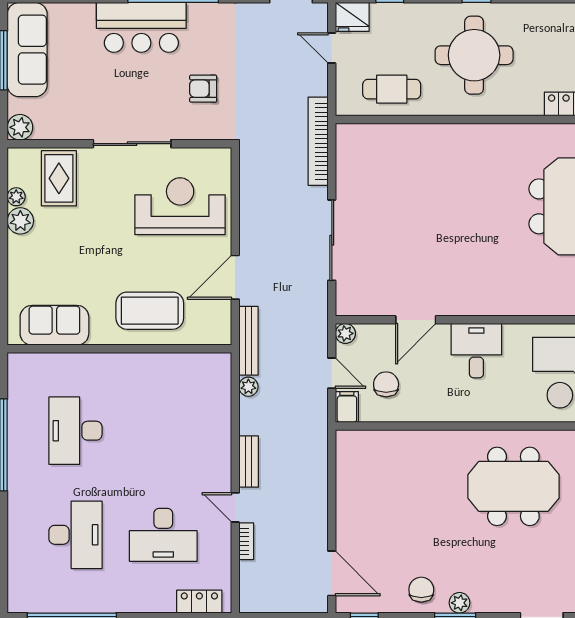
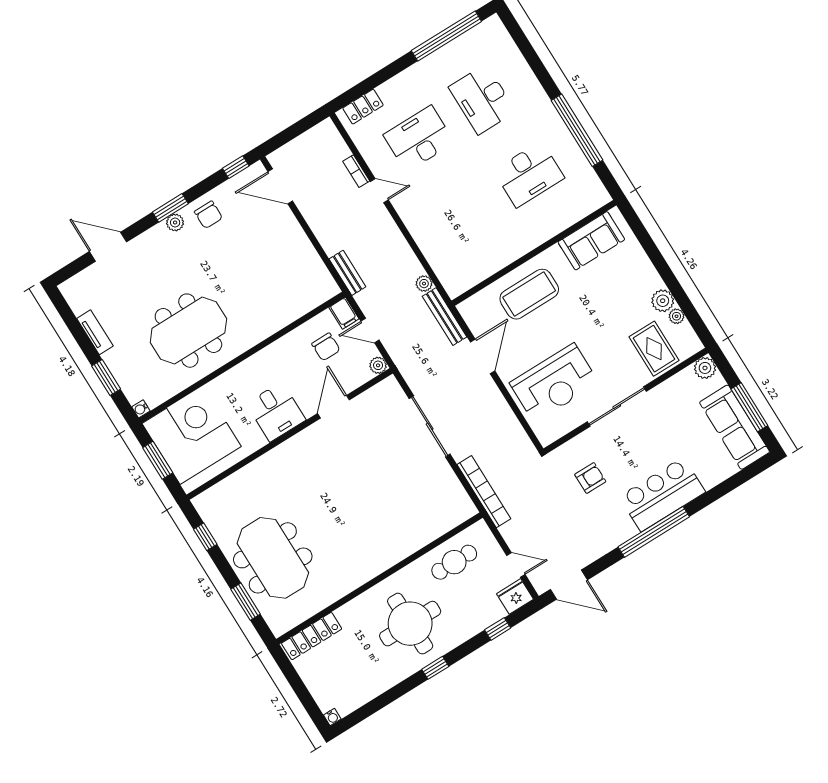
desk: (75, 431) -> (529, 174), turned 90
bench: (249, 462) -> (347, 273), moved

